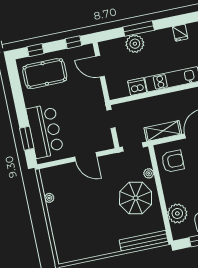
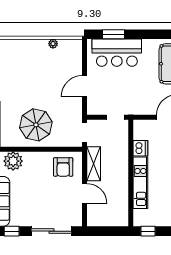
plant: (149, 173) -> (57, 142), removed

